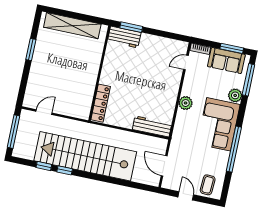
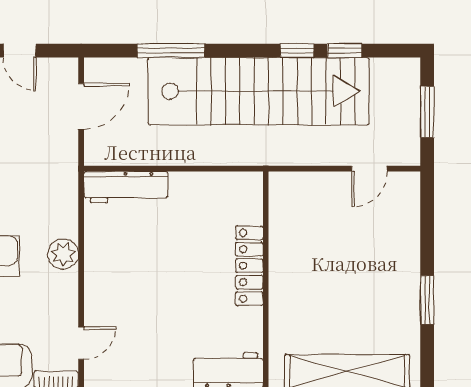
locker: (101, 103) -> (249, 266), moved
window: (14, 132) -> (427, 112), width x0.69
door: (164, 166) -> (81, 106), hinge flipped
window: (120, 182) -> (171, 51), added

